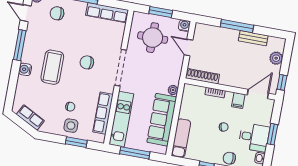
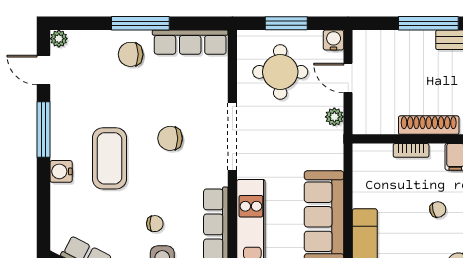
chair: (57, 13) -> (131, 54), moved
shoe rack: (202, 76) -> (429, 125), moved
plant: (173, 90) -> (334, 117), moved

